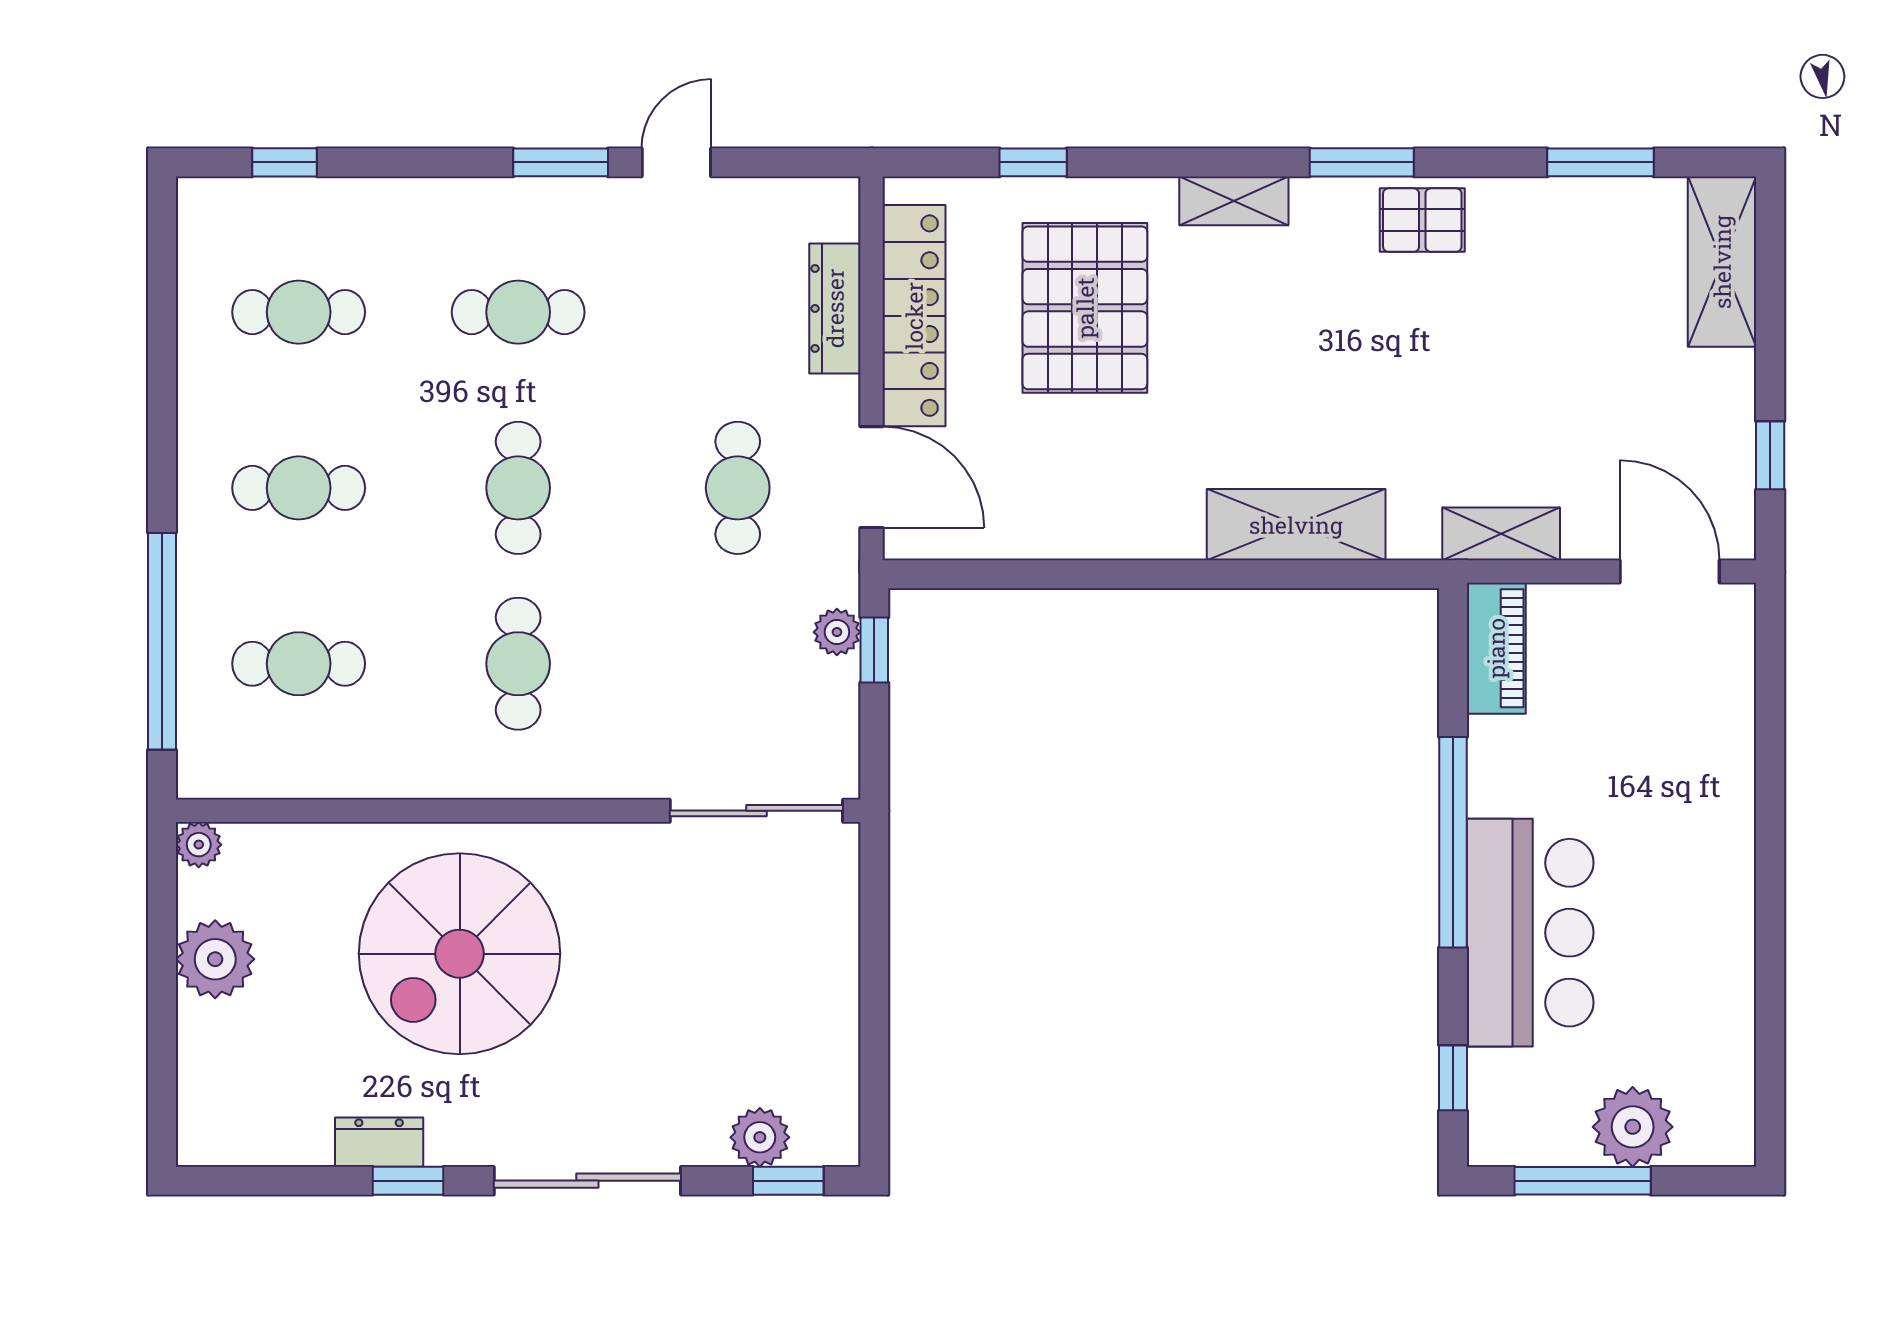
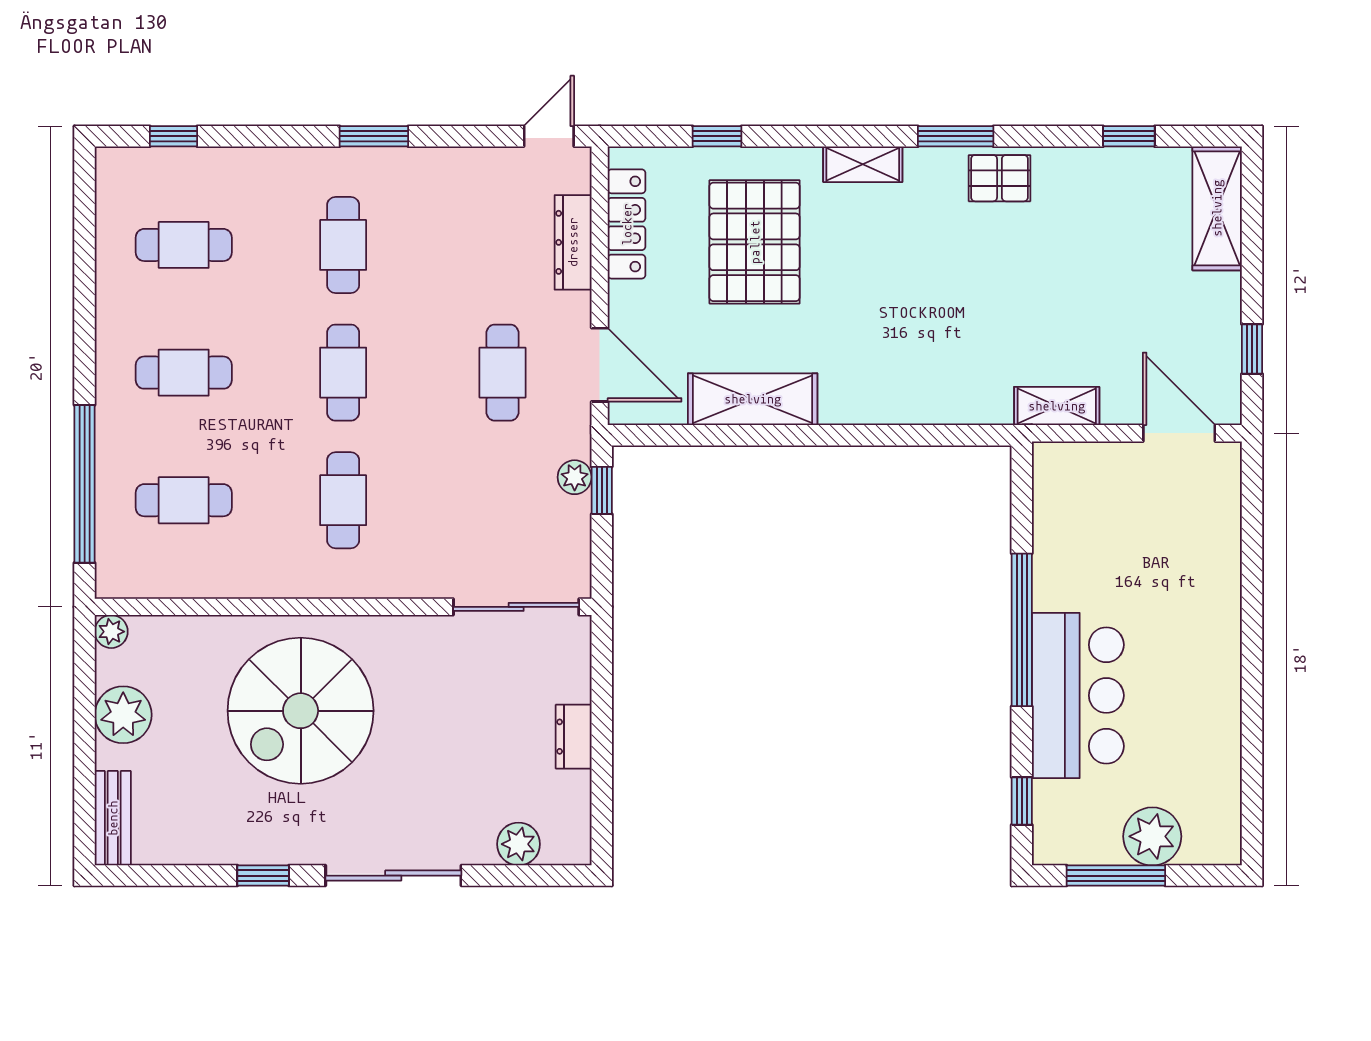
door: (676, 162) -> (549, 136), moved
window: (1601, 162) -> (1129, 136), width x0.67
cafe table: (518, 312) -> (343, 245), turned 90
locker: (914, 316) -> (627, 224), width x0.71, depth x0.83
shelving: (1296, 525) -> (753, 399), moved
piano: (1496, 648) -> (1053, 489), removed
bench: (201, 1102) -> (113, 818), added
dresser: (379, 1142) -> (574, 737), moved, turned -90
window: (788, 1181) -> (539, 876), removed

